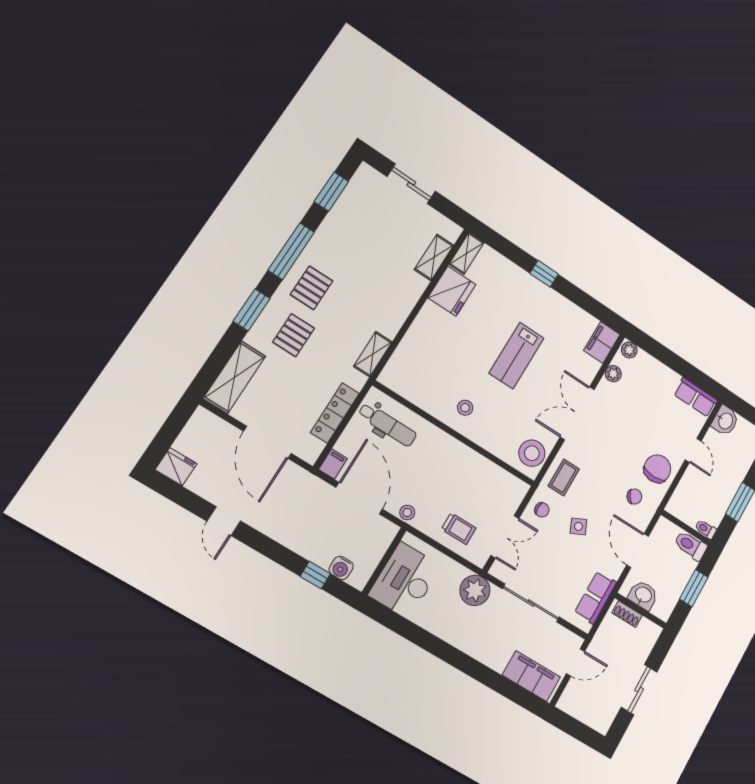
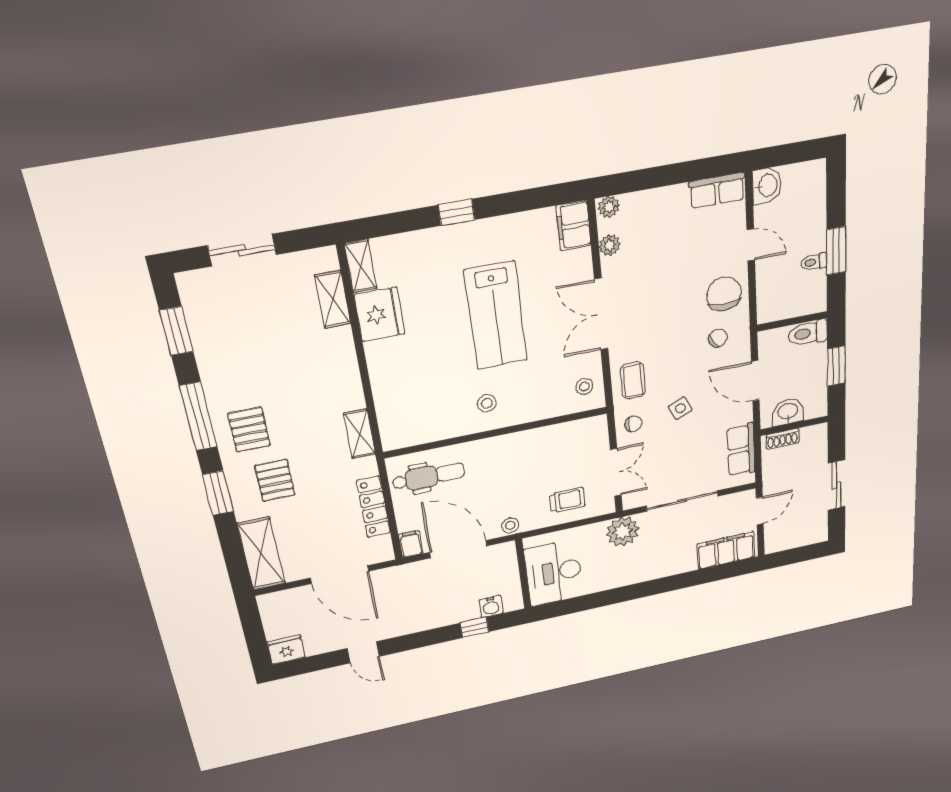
lab bench: (516, 356) -> (496, 316), width x1.36, depth x1.39
stool: (532, 453) -> (584, 386), width x0.53, depth x0.53
toilet: (706, 529) -> (814, 262), moved

